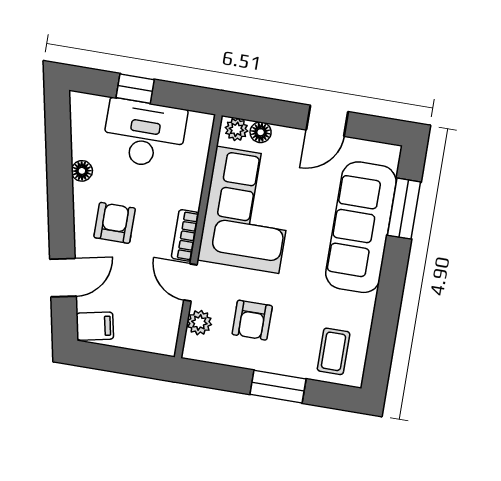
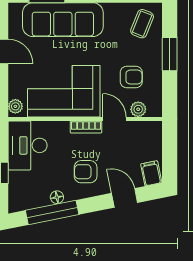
floor lamp: (261, 132) -> (15, 91), removed
desk: (144, 134) -> (28, 145), moved
window: (59, 159) -> (52, 212), added
door: (190, 282) -> (114, 119), swing flipped
coffee table: (334, 351) -> (142, 24), turned -68

